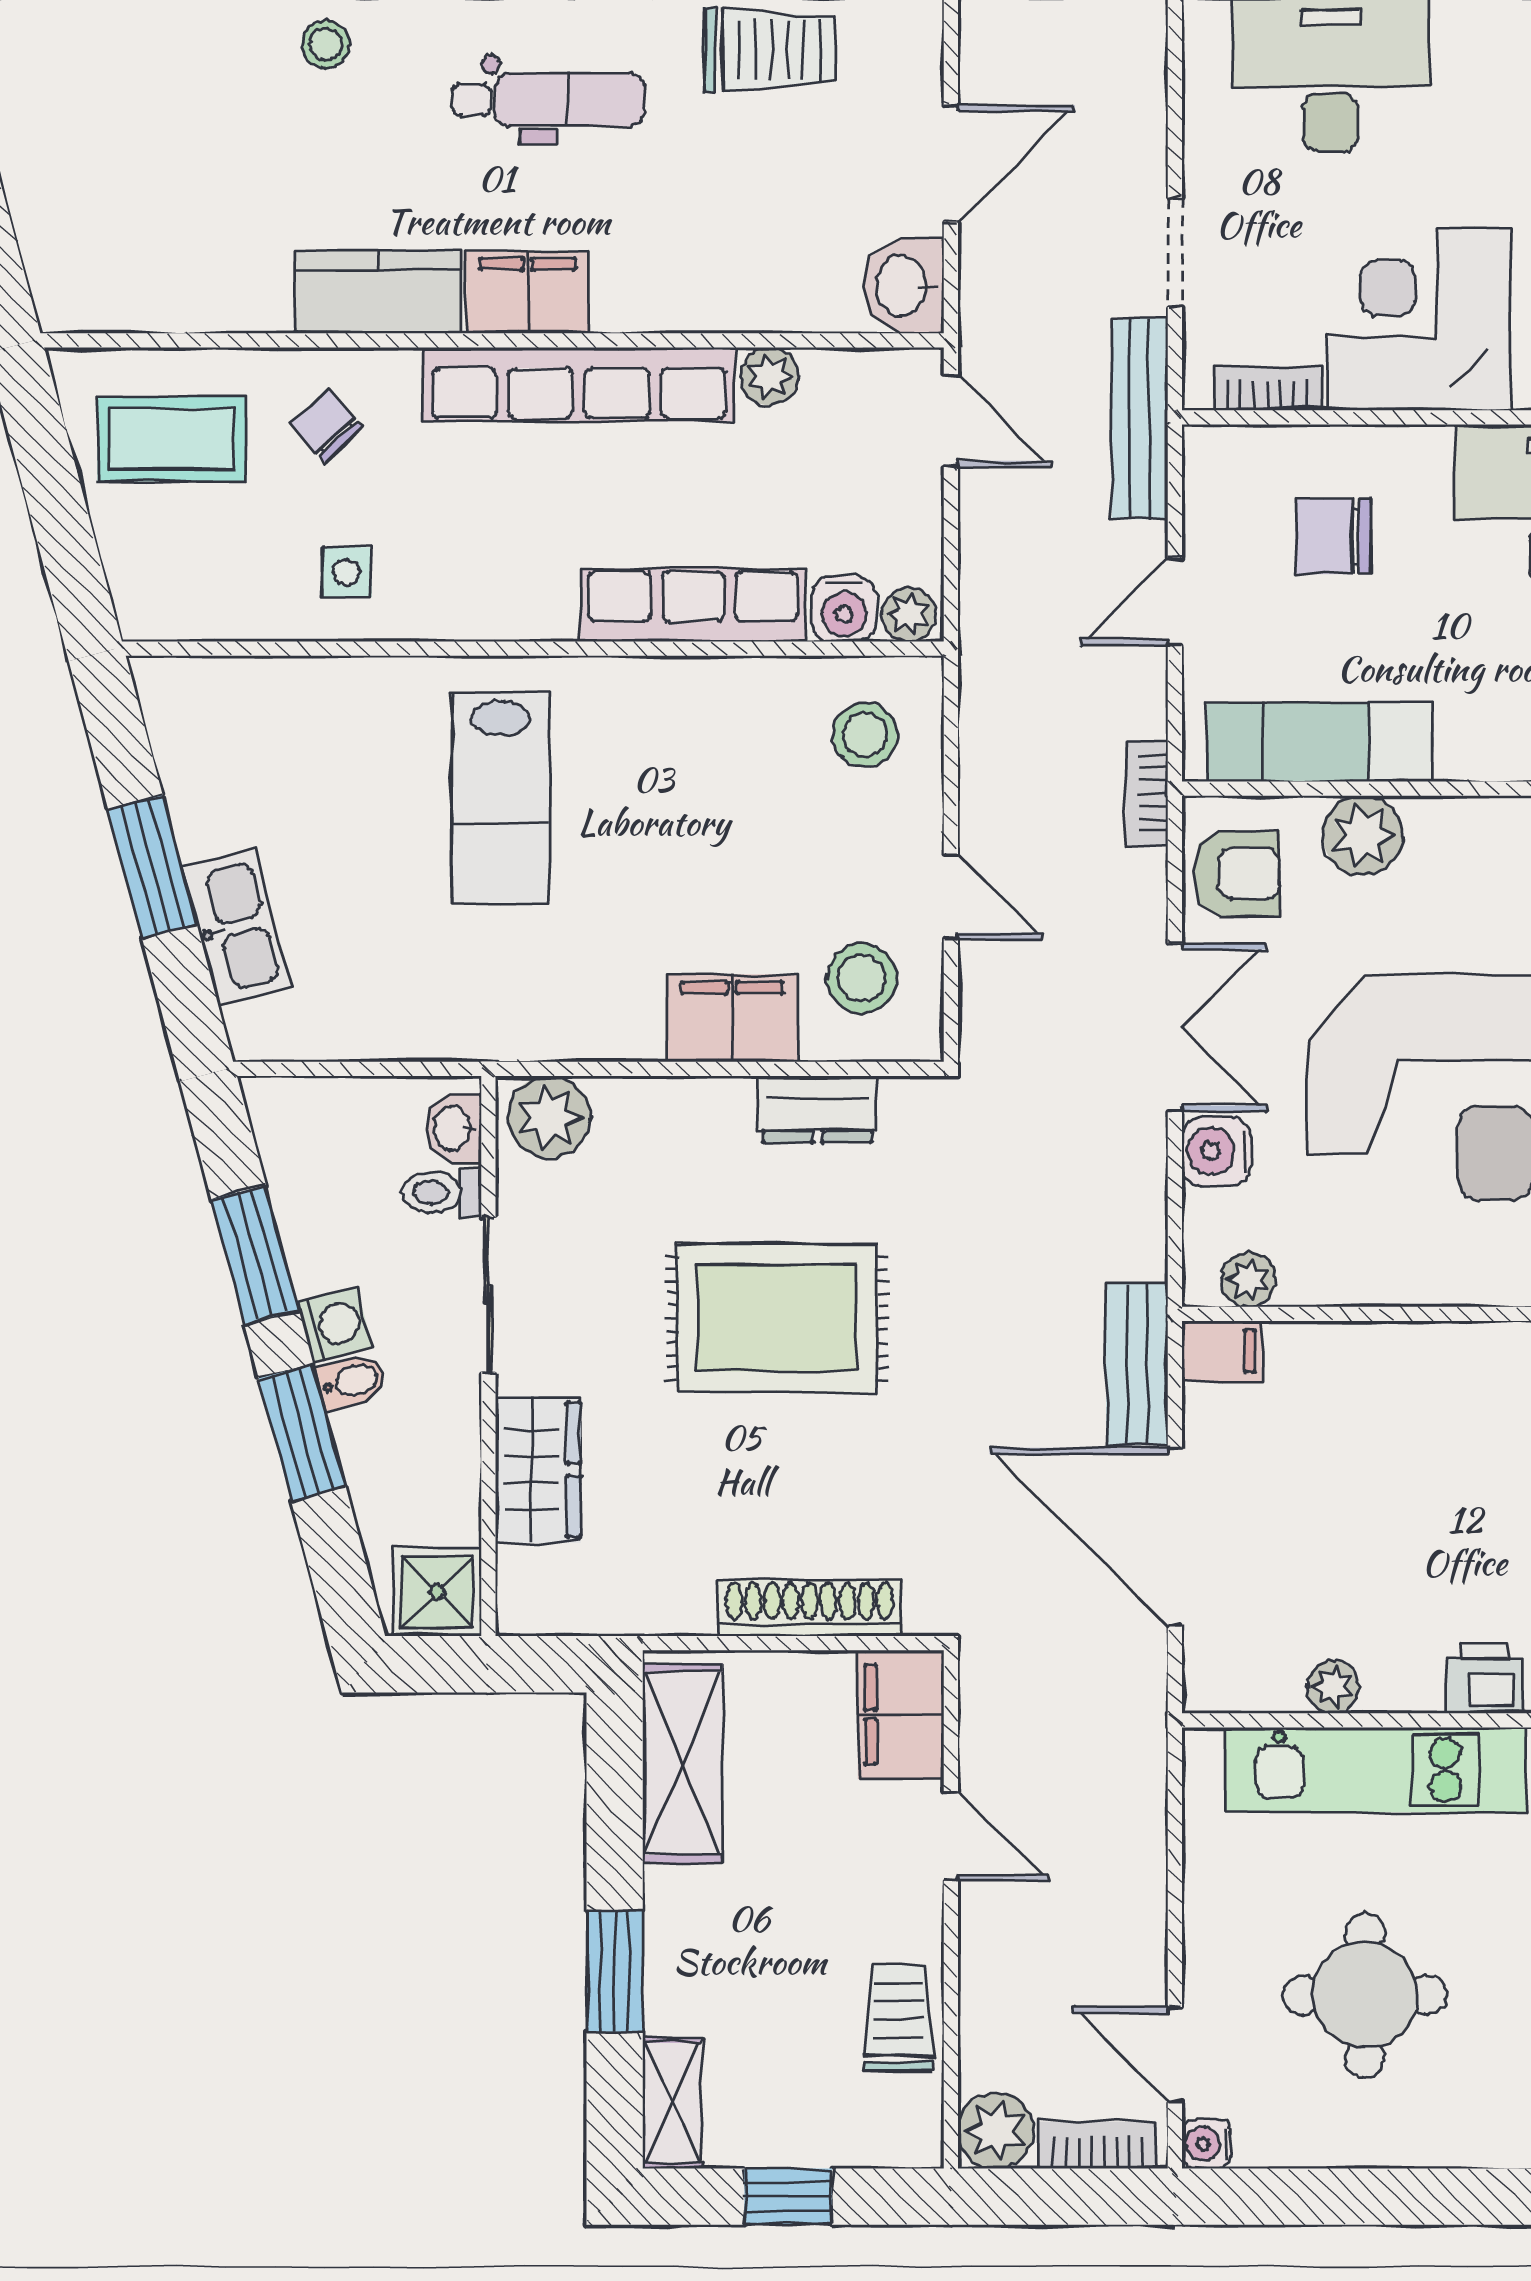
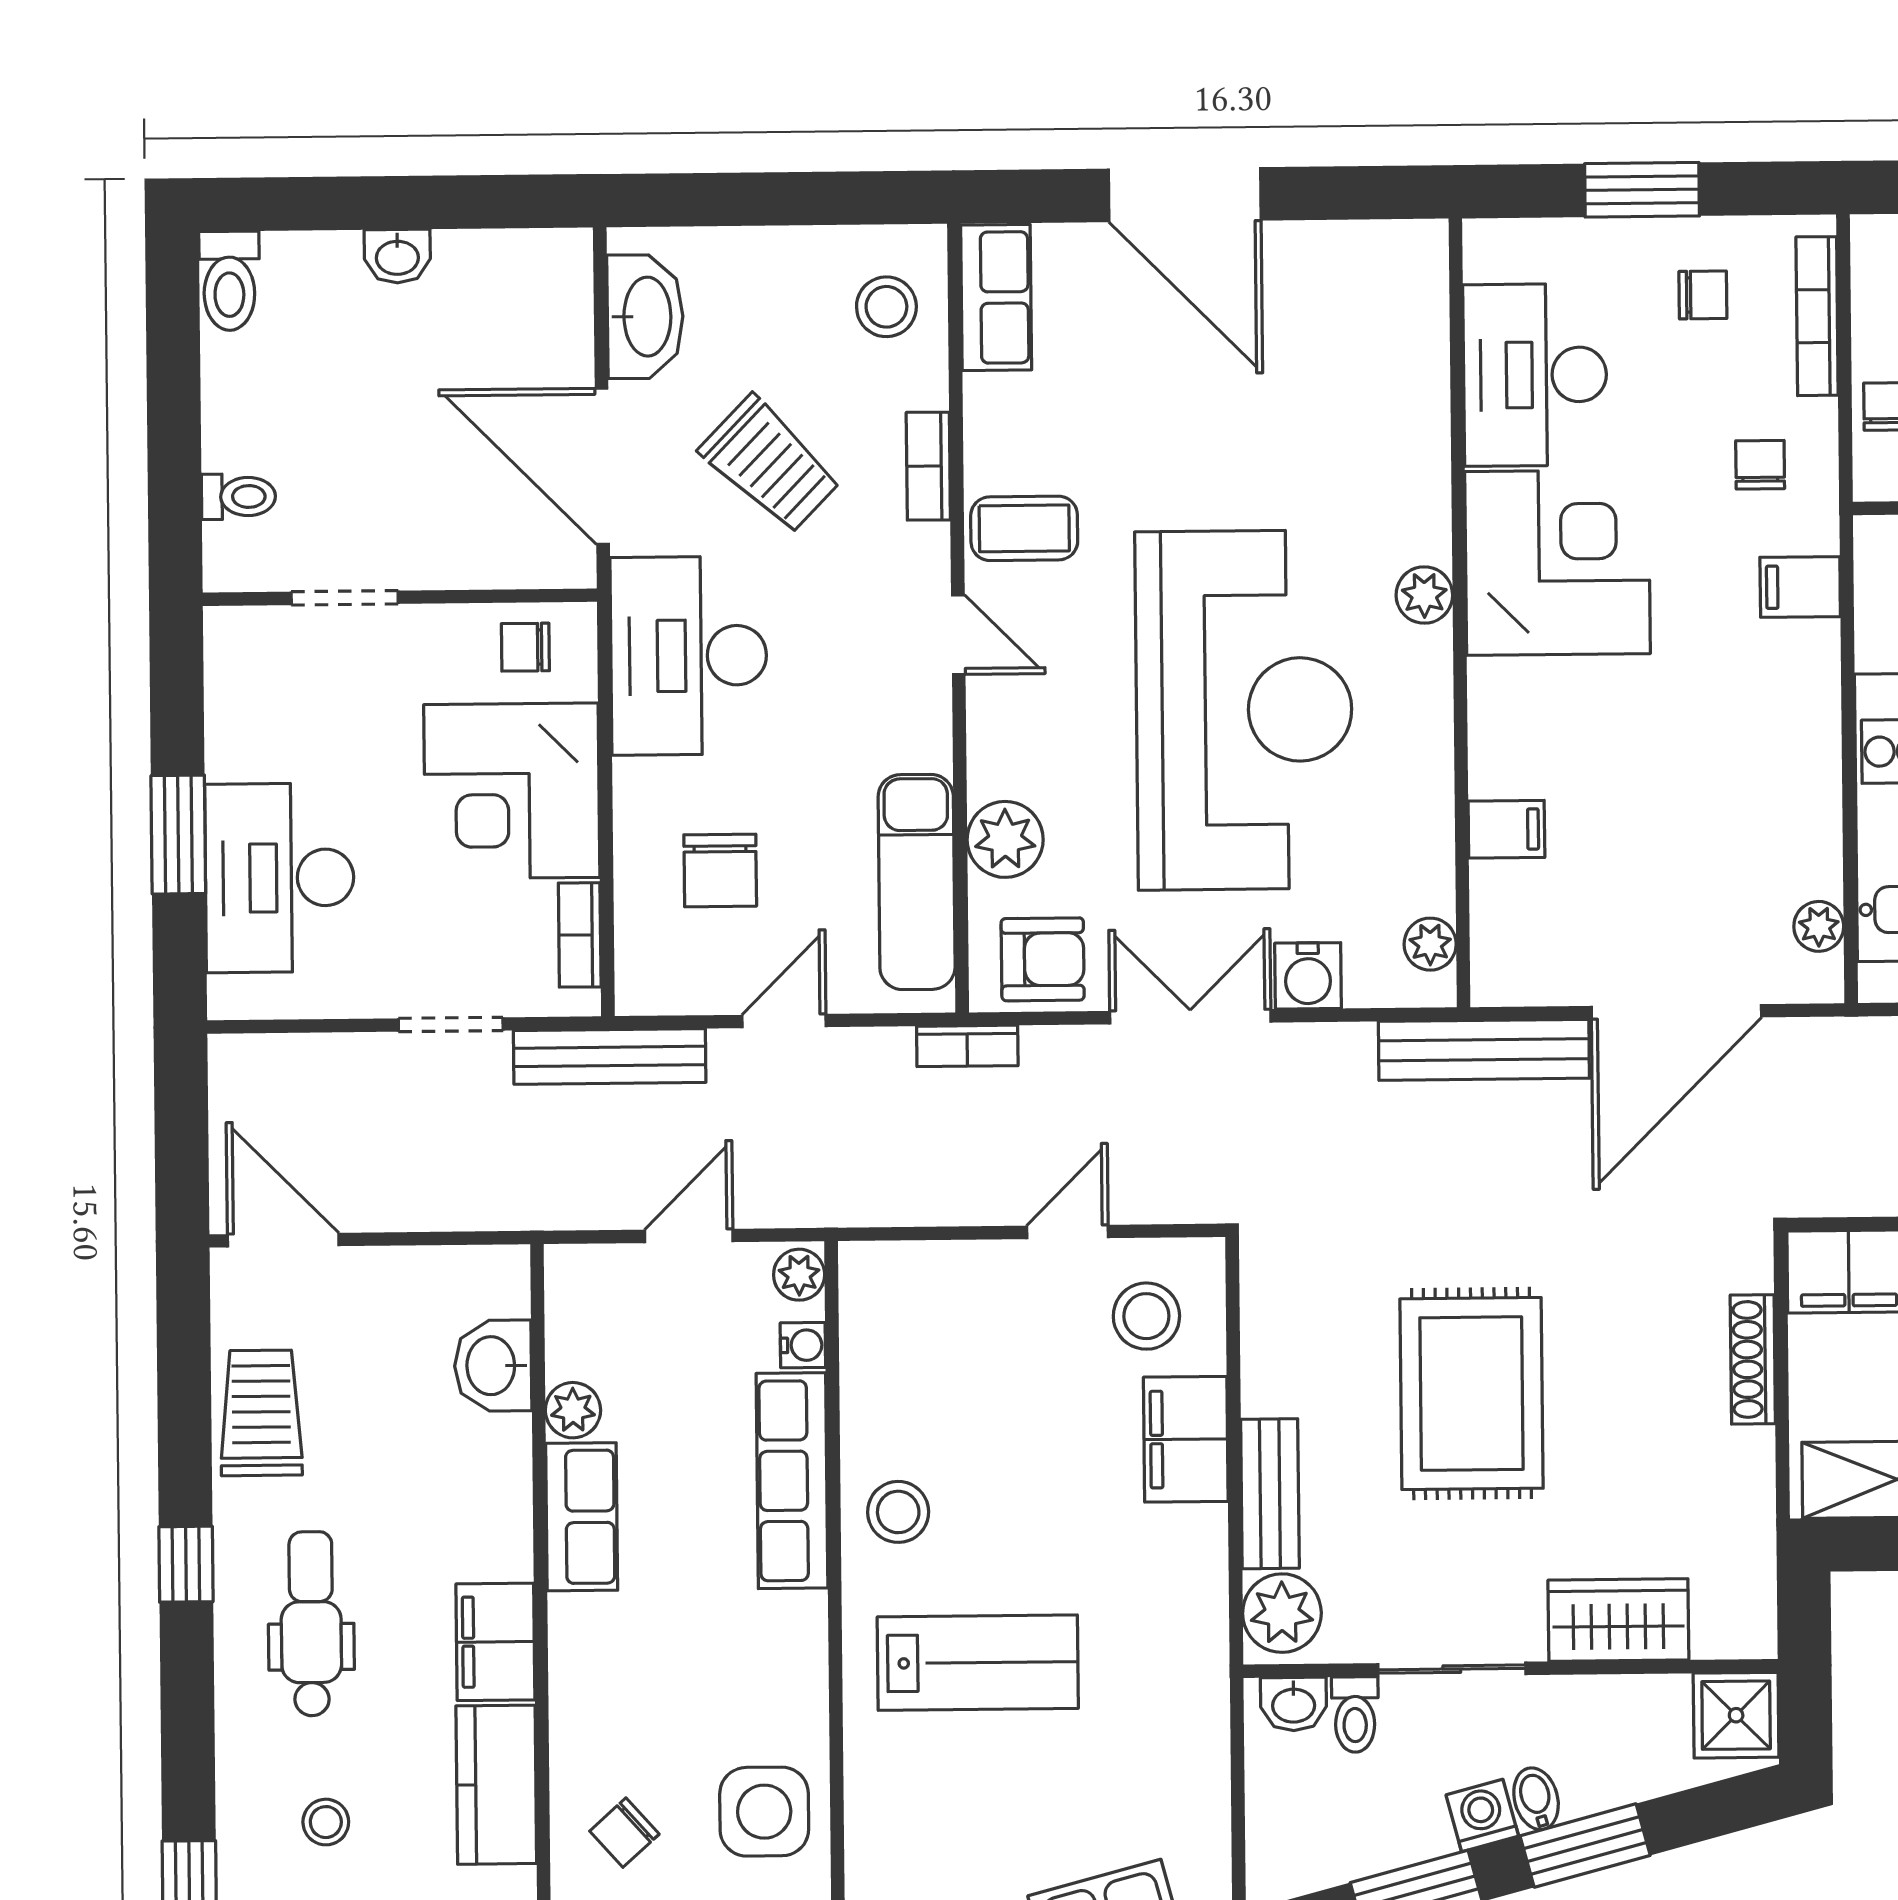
stool: (325, 44) -> (326, 1822), moved
door: (951, 164) -> (283, 1240), moved
washbasin: (904, 286) -> (493, 1366), moved, turned 90
row of seats: (579, 384) -> (582, 1517), width x0.50
door: (951, 421) -> (689, 1236), moved
side table: (347, 572) -> (764, 1812), width x1.87, depth x1.87
door: (1175, 602) -> (784, 1021), swing flipped
water cooler: (844, 609) -> (803, 1345), width x0.72, depth x0.72
stool: (865, 735) -> (898, 1512), moved
armchair: (1237, 873) -> (1043, 959), turned 90
bench: (674, 1106) -> (1270, 1494), added
dresser: (818, 1109) -> (1272, 1357), removed
filing cabinet: (1222, 1351) -> (1506, 829), moved, turned 90
bench: (1137, 1364) -> (1484, 1050), width x1.36
shoe rack: (810, 1608) -> (1753, 1359), width x0.74, depth x0.81
printer: (1484, 1679) -> (1809, 715), removed
plant: (1333, 1687) -> (1819, 926), moved

